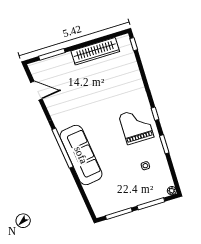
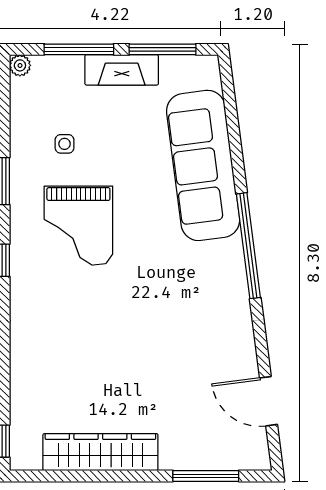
grand piano: (136, 126) -> (78, 226), moved
sofa: (81, 155) -> (203, 165), moved
fireplace: (132, 201) -> (122, 70), added

